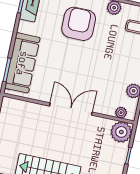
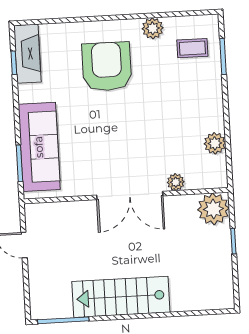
double door: (71, 109) -> (130, 195), swing flipped
plant: (121, 113) -> (176, 182), moved

